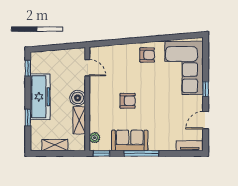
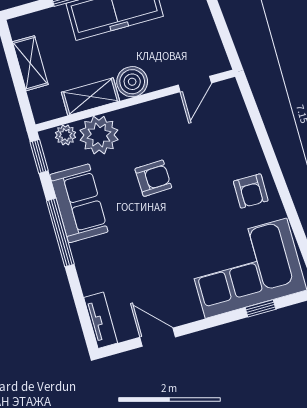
window: (206, 89) -> (260, 308), moved
armchair: (128, 101) -> (153, 178), turned -92
plant: (99, 121) -> (99, 135), added

